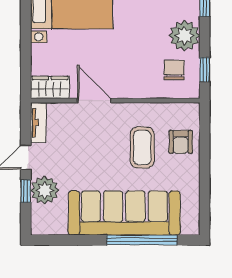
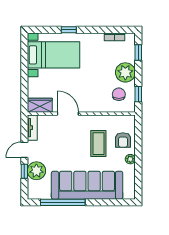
plant: (192, 172) -> (130, 159), added
window: (142, 240) -> (63, 202), moved

